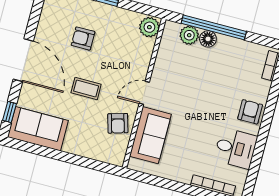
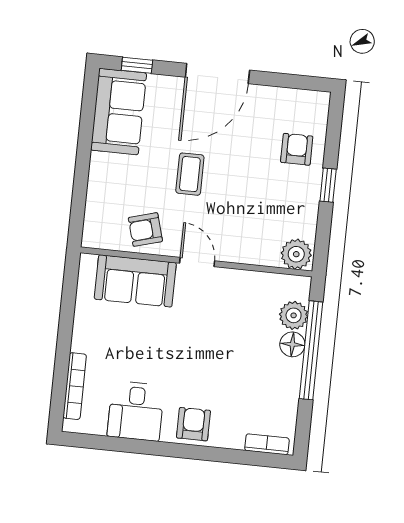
armchair: (83, 38) -> (297, 149), moved
armchair: (250, 112) -> (193, 424), turned -90

